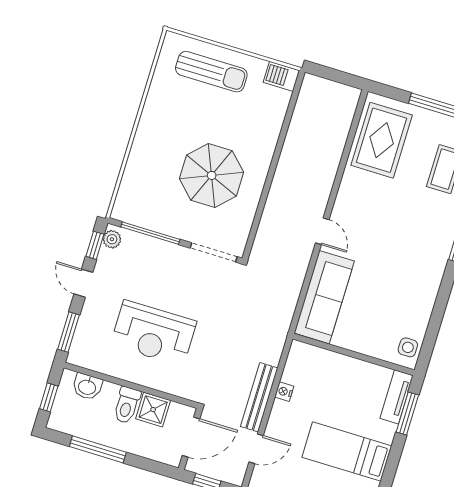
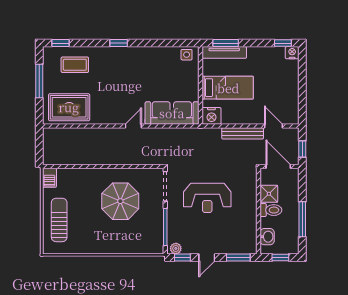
reception desk: (154, 333) -> (207, 198), moved, turned 90
nightstand: (284, 392) -> (211, 116), moved, width x1.89, depth x1.79
tv unit: (397, 397) -> (224, 52), width x1.41
bed: (347, 452) -> (228, 88), moved, turned -90

